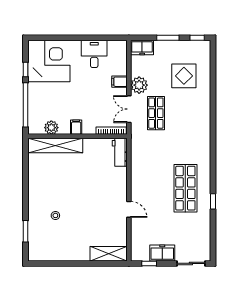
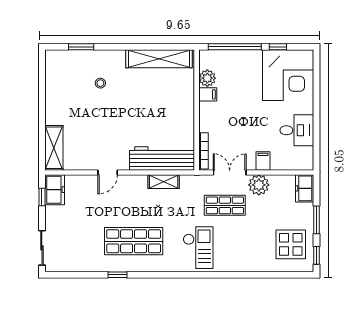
display table: (184, 76) -> (291, 244), moved
filing cabinet: (76, 127) -> (208, 94), moved
checkout: (191, 135) -> (198, 248), added
shelving: (55, 146) -> (159, 59), moved, turned 90
workbench: (120, 152) -> (162, 158), width x1.88, depth x1.32
shelving: (136, 163) -> (164, 182), added
freezer: (162, 253) -> (55, 190), moved

